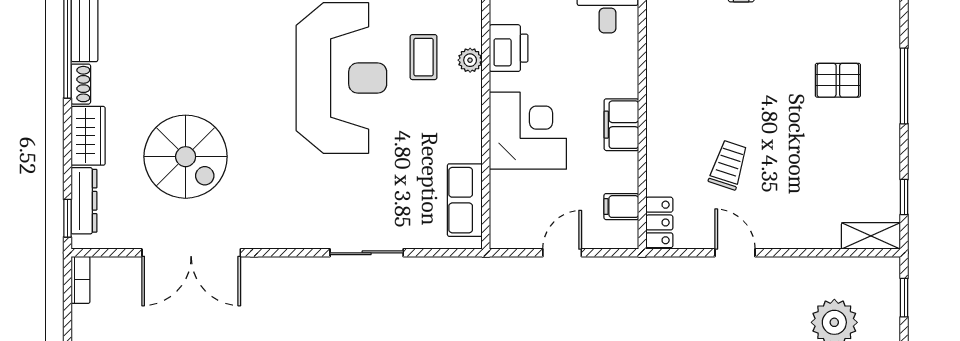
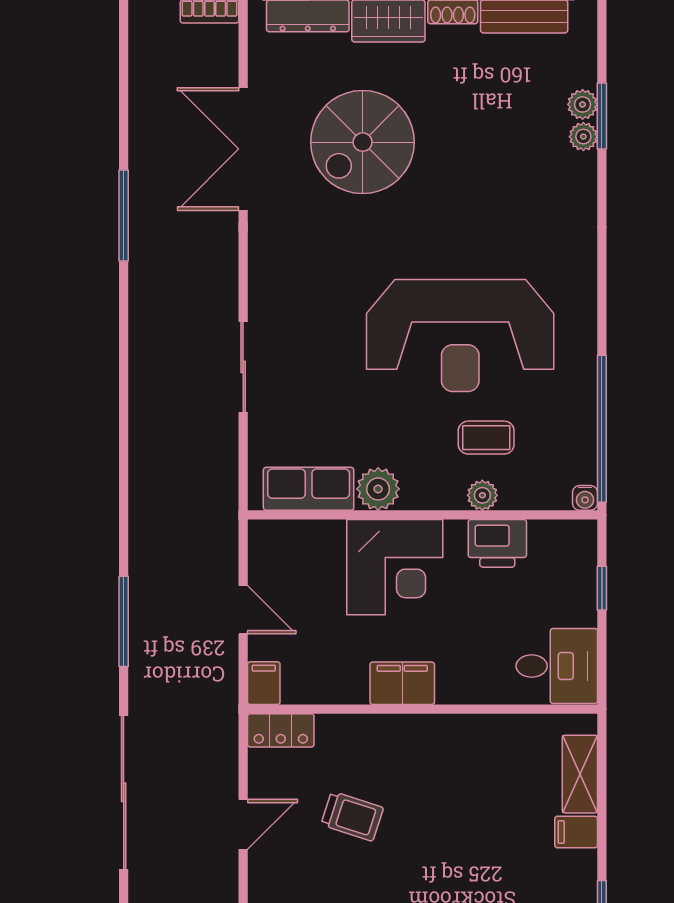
plant: (465, 144) -> (378, 489), added
filing cabinet: (621, 207) -> (264, 683), moved

